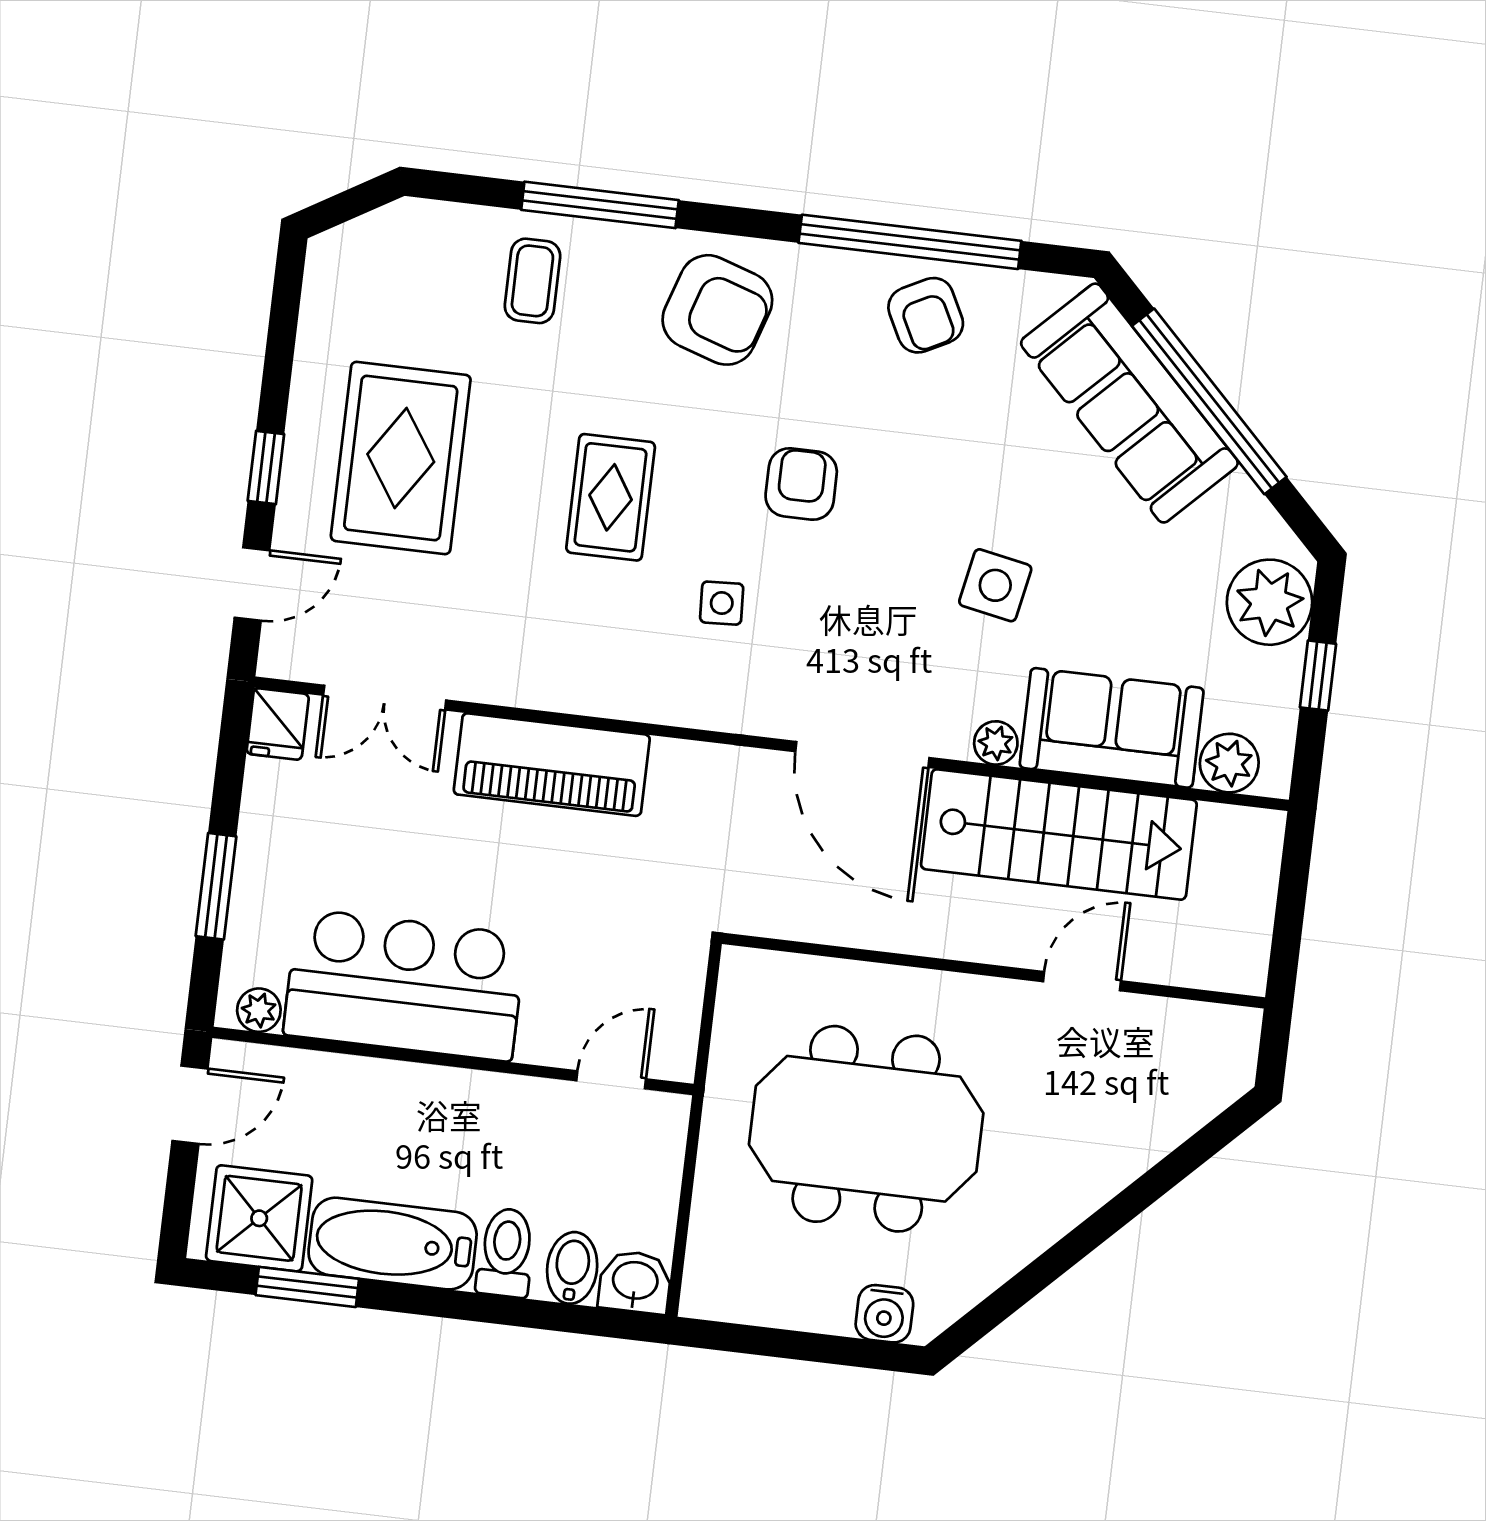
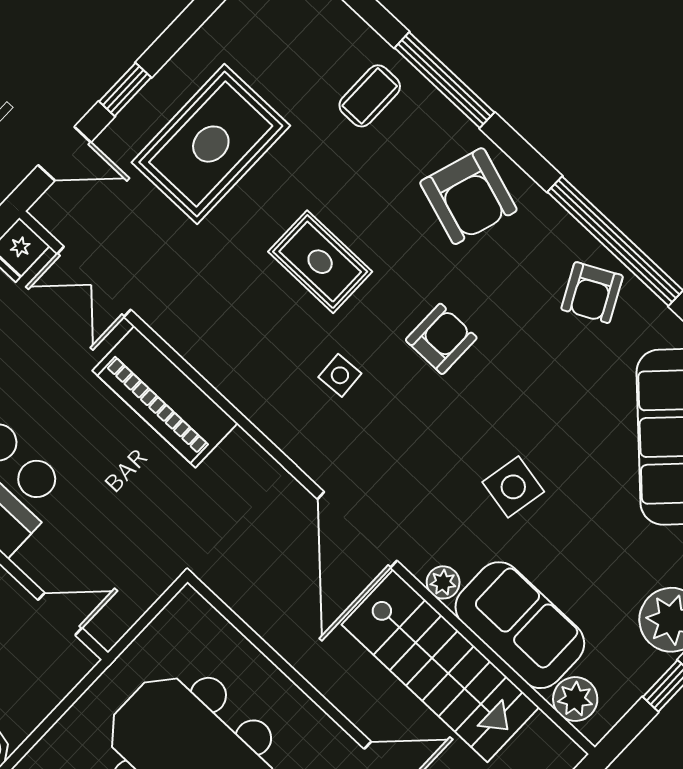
rug: (611, 497) -> (320, 262), turned 90

